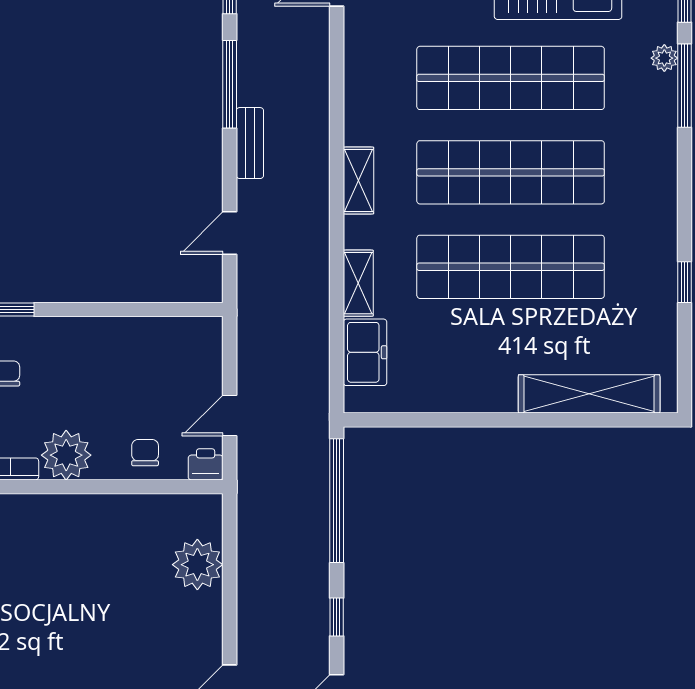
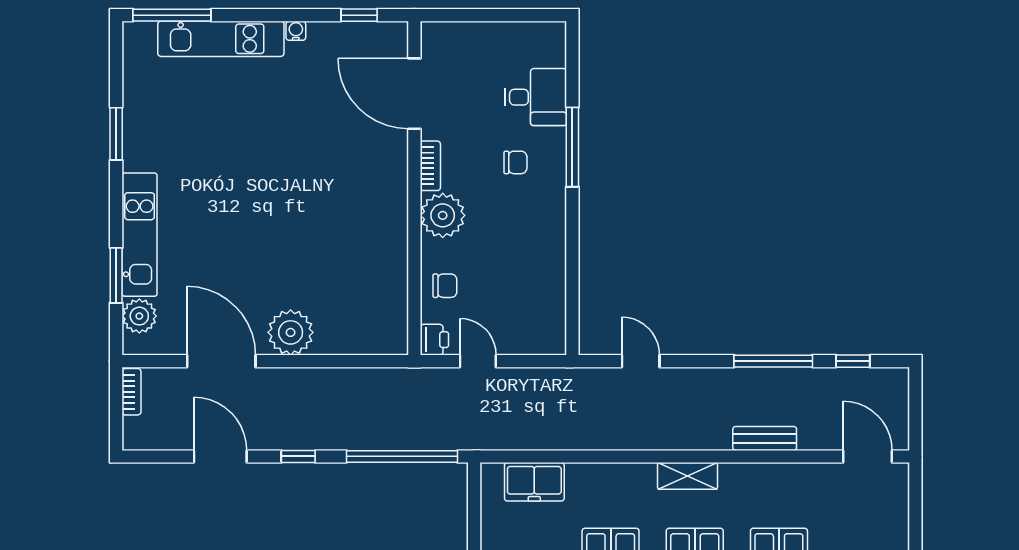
bench: (250, 143) -> (765, 438), moved
shelving: (358, 283) -> (596, 476), removed
plant: (197, 565) -> (291, 332), moved

